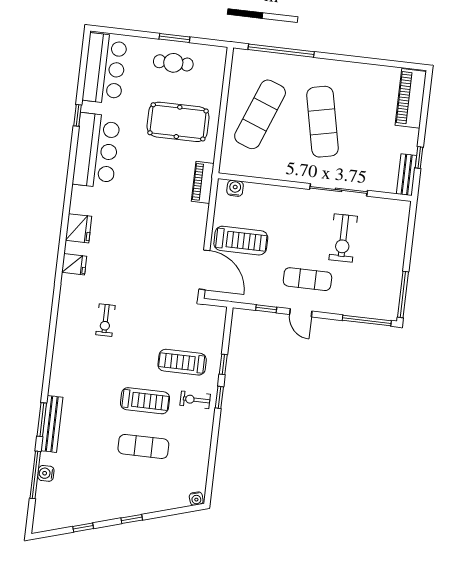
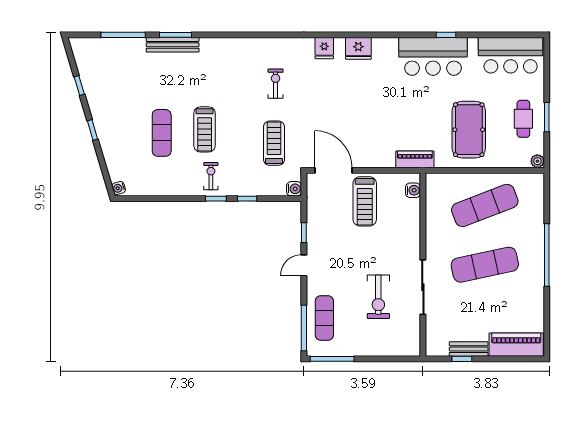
window: (281, 51) -> (547, 255), moved
plant: (220, 53) -> (537, 161), added
exercise mat: (260, 114) -> (485, 205), turned -42
window: (77, 115) -> (446, 35), moved
bench: (407, 175) -> (469, 349), moved
exercise bike: (343, 238) -> (378, 297), turned -90
door: (204, 270) -> (333, 170), swing flipped
exercise mat: (307, 279) -> (324, 318), moved
exercise bike: (106, 320) -> (276, 84), turned 90
treadmill: (182, 362) -> (274, 143), moved
water cooler: (46, 473) -> (294, 189), moved, turned 90

